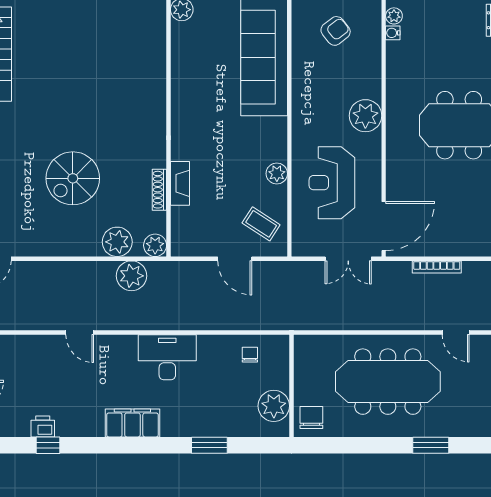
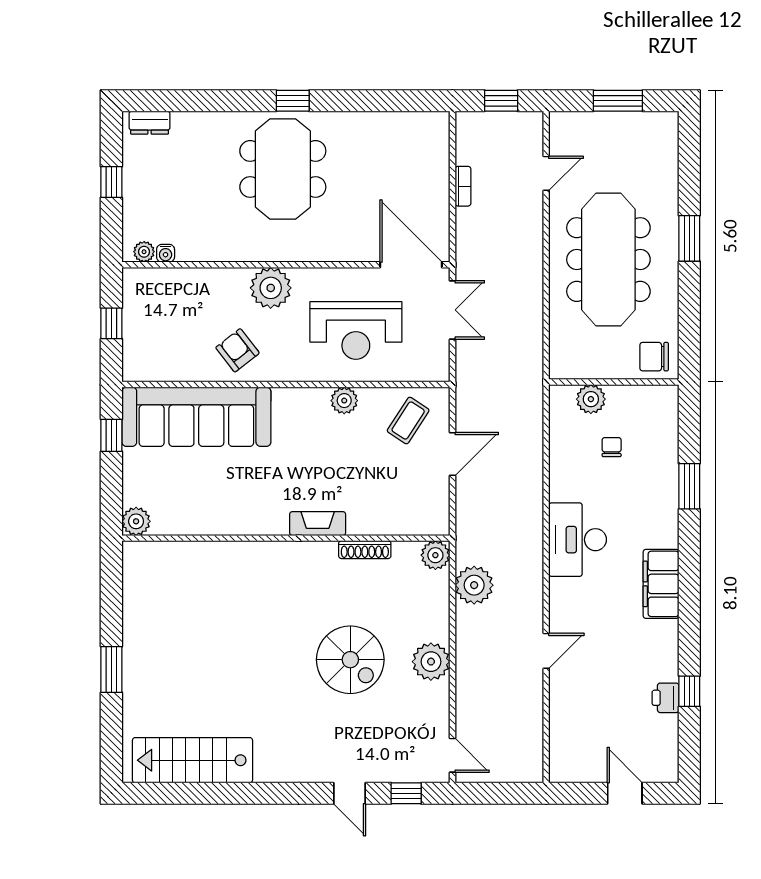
armchair: (336, 31) -> (237, 350), moved
fireplace: (180, 183) -> (318, 524), moved
plant: (117, 242) -> (431, 662), moved
bookcase: (437, 267) -> (463, 186), width x0.64
chair: (250, 355) -> (612, 447), moved, turned 90
plant: (274, 406) -> (591, 399), moved, width x0.73, depth x0.73
window: (431, 445) -> (689, 238), moved

